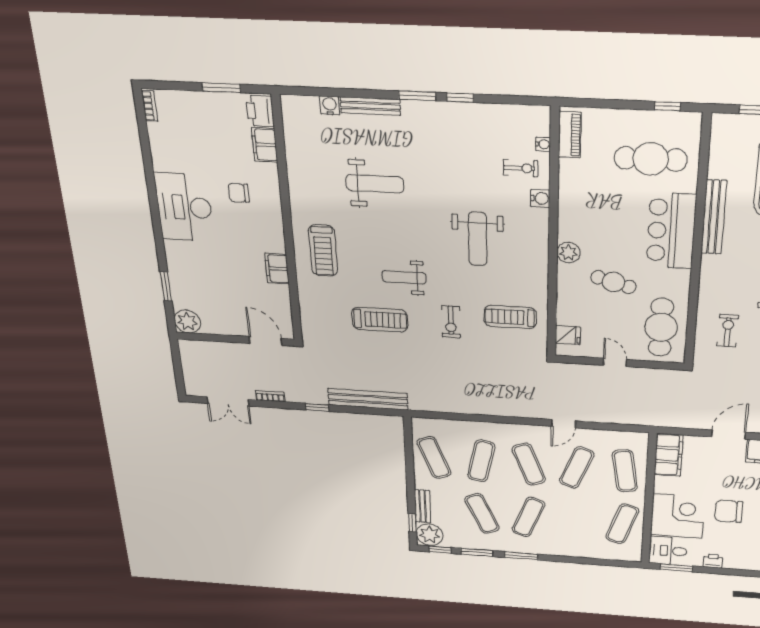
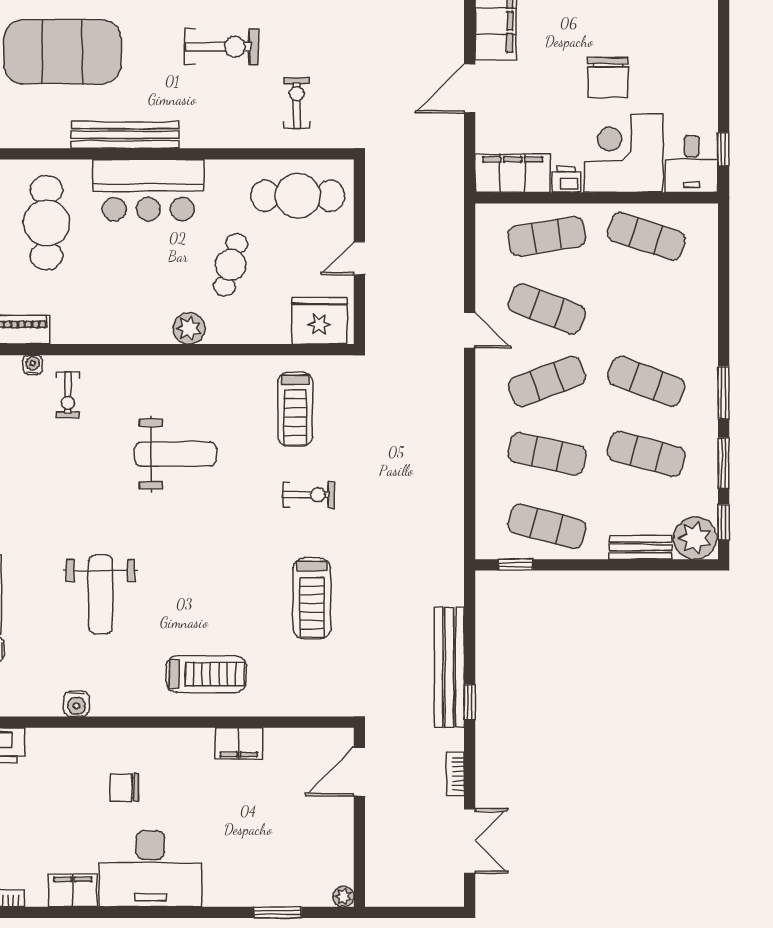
filing cabinet: (265, 145) -> (73, 891), moved, turned 180
exercise bike: (521, 168) -> (68, 395), turned 180
weight bench: (375, 184) -> (101, 594), turned 180
chair: (239, 193) -> (124, 787), turned 90
water cooler: (540, 198) -> (76, 704), moved, turned 180
weight bench: (404, 277) -> (241, 560), removed
treadmill: (380, 320) -> (312, 599), turned 180
plant: (187, 322) -> (343, 896), width x0.53, depth x0.53
exercise bike: (728, 331) -> (297, 103), turned 90
fridge: (568, 335) -> (319, 321), width x1.88, depth x1.34
bench: (368, 399) -> (449, 667), moved
door: (729, 435) -> (470, 88), hinge flipped
exercise mat: (434, 458) -> (547, 526), turned 36
exercise mat: (482, 514) -> (646, 454), turned 39
window: (412, 523) -> (515, 565), moved
printer: (713, 561) -> (566, 179), moved, turned 90
window: (676, 568) -> (724, 149), width x0.67

